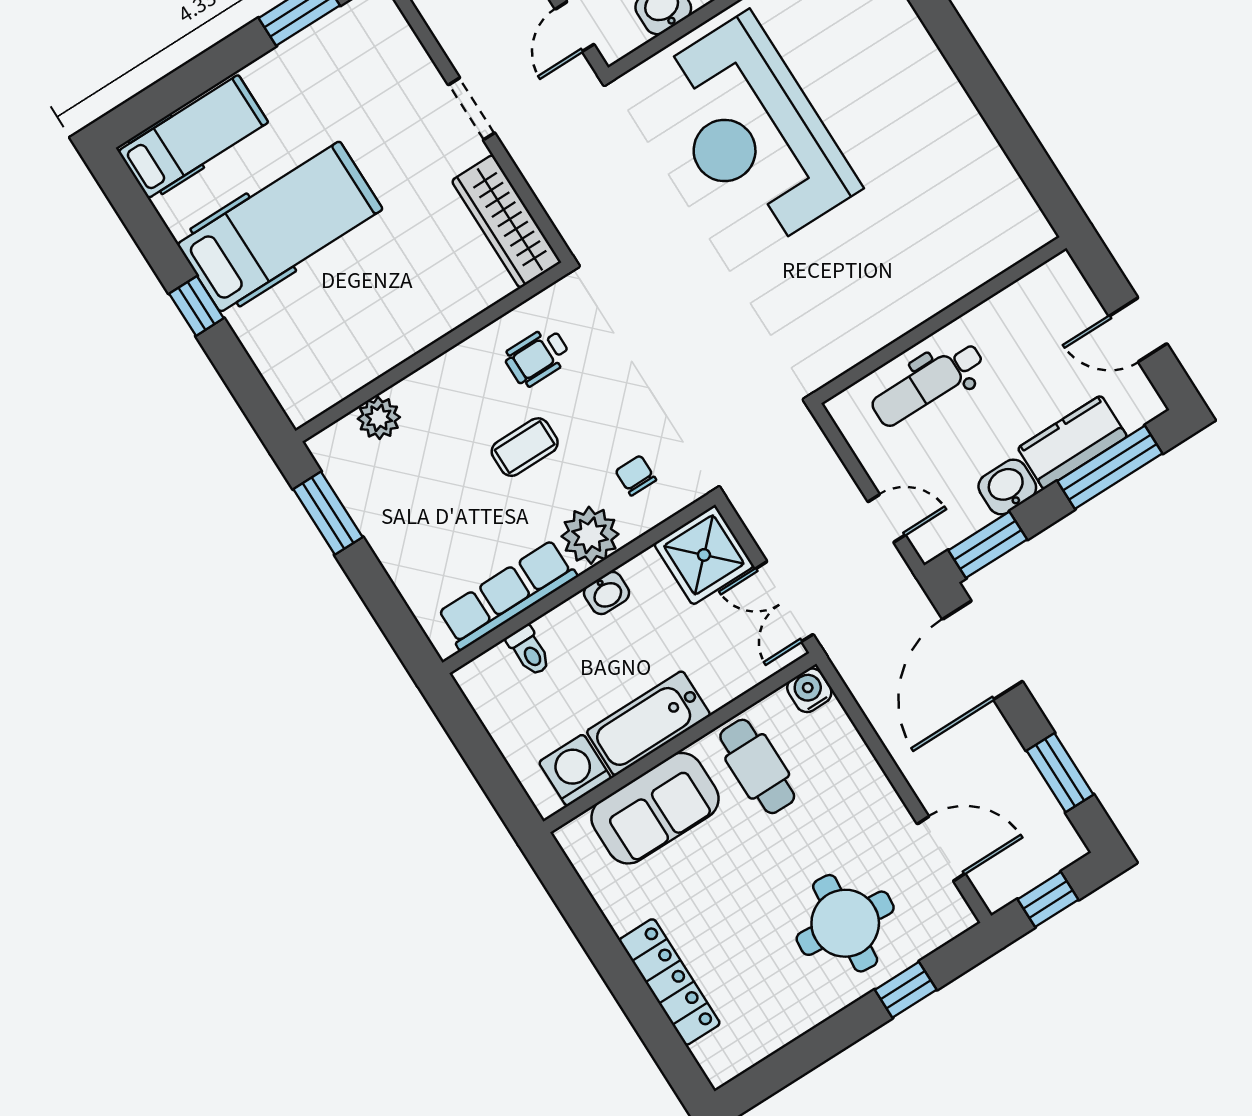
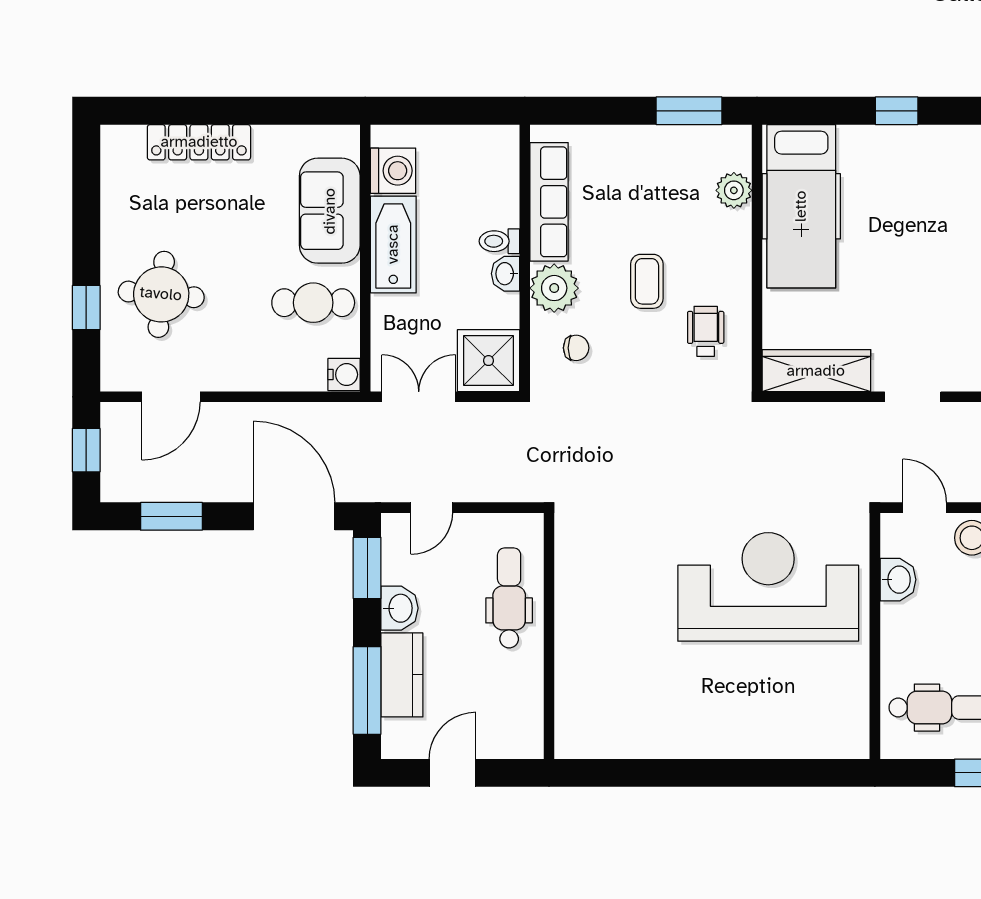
hospital bed: (280, 227) -> (801, 206), moved
toilet: (529, 651) -> (499, 241), moved

